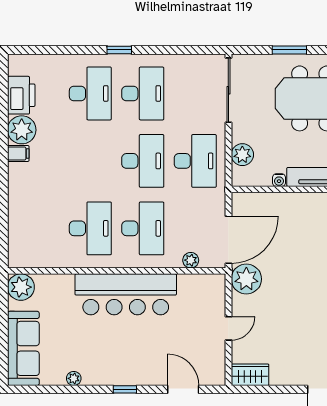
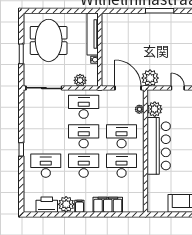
desk: (143, 93) -> (84, 166), moved
filing cabinet: (21, 204) -> (108, 205), added
plant: (21, 287) -> (155, 109), moved

